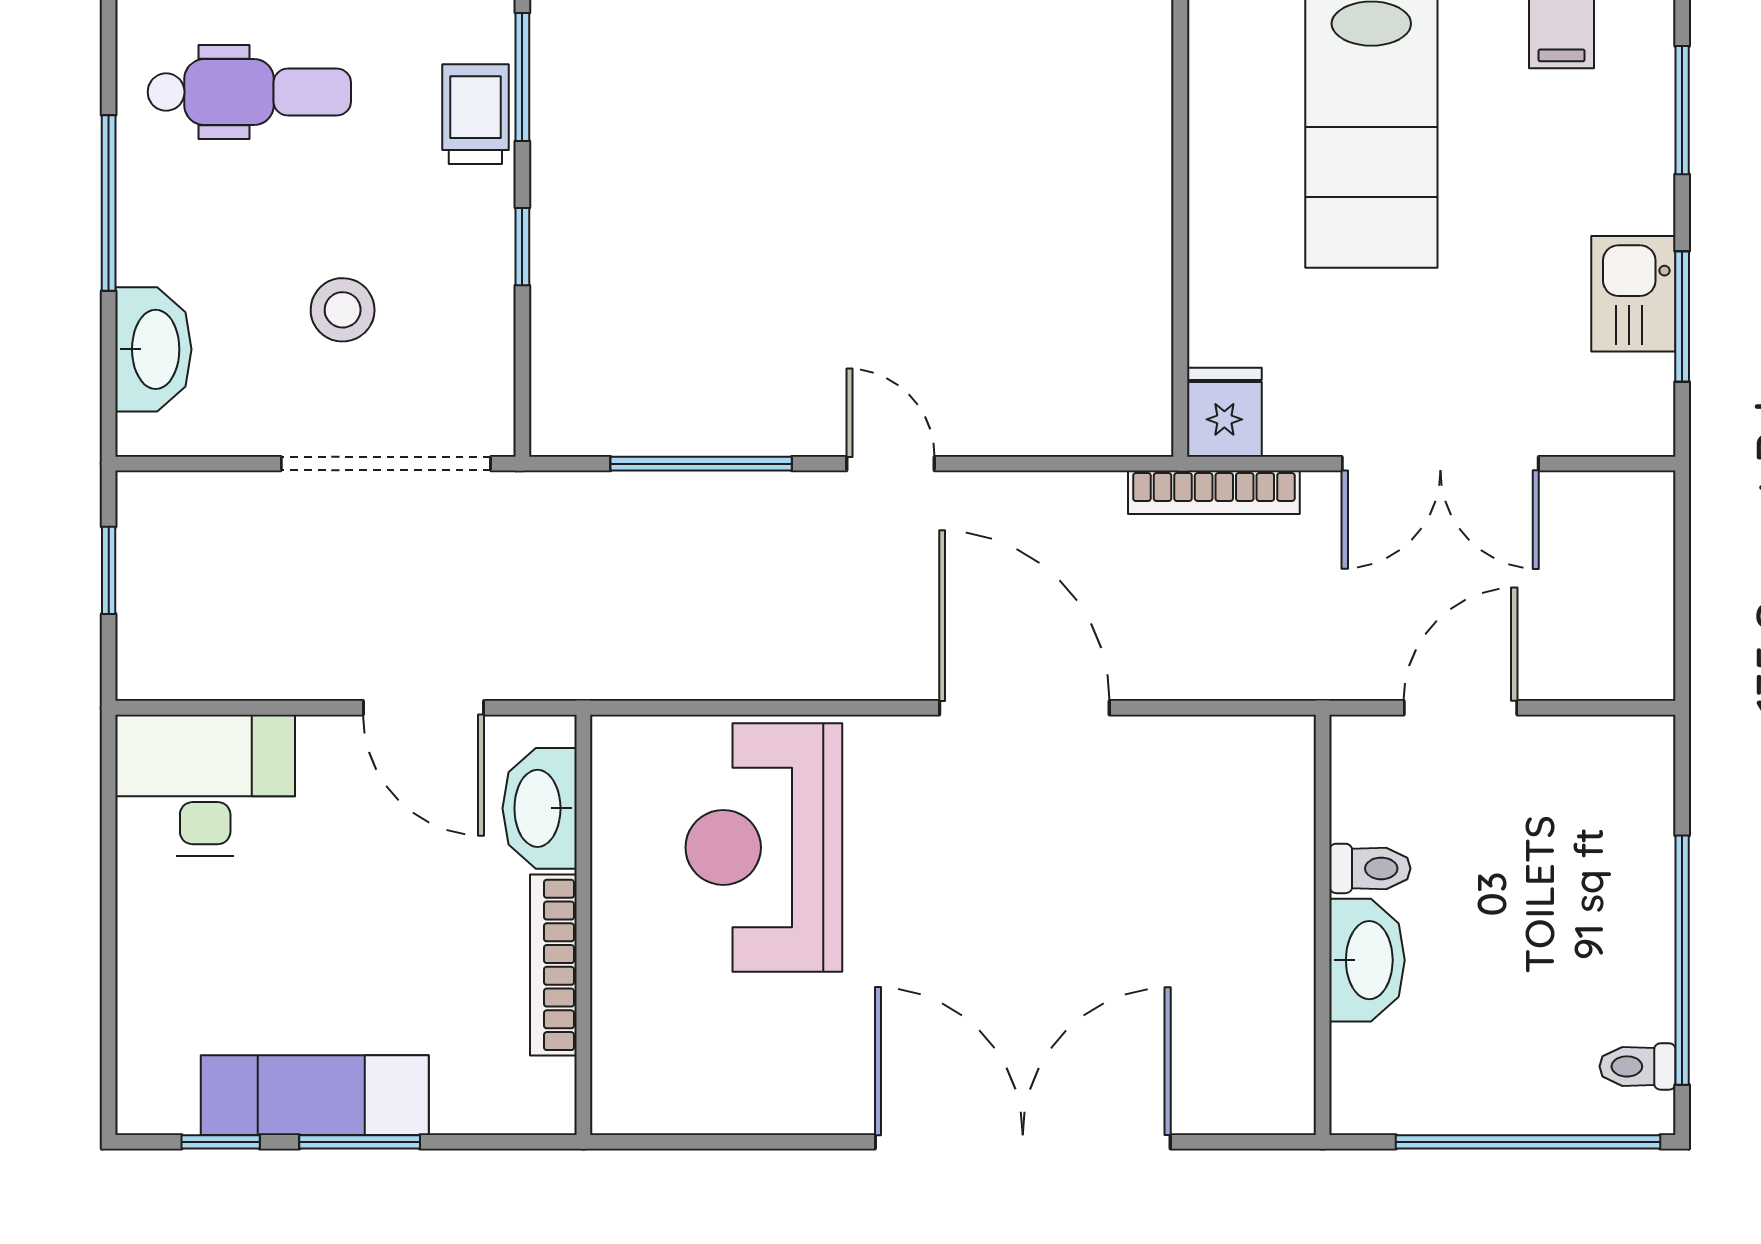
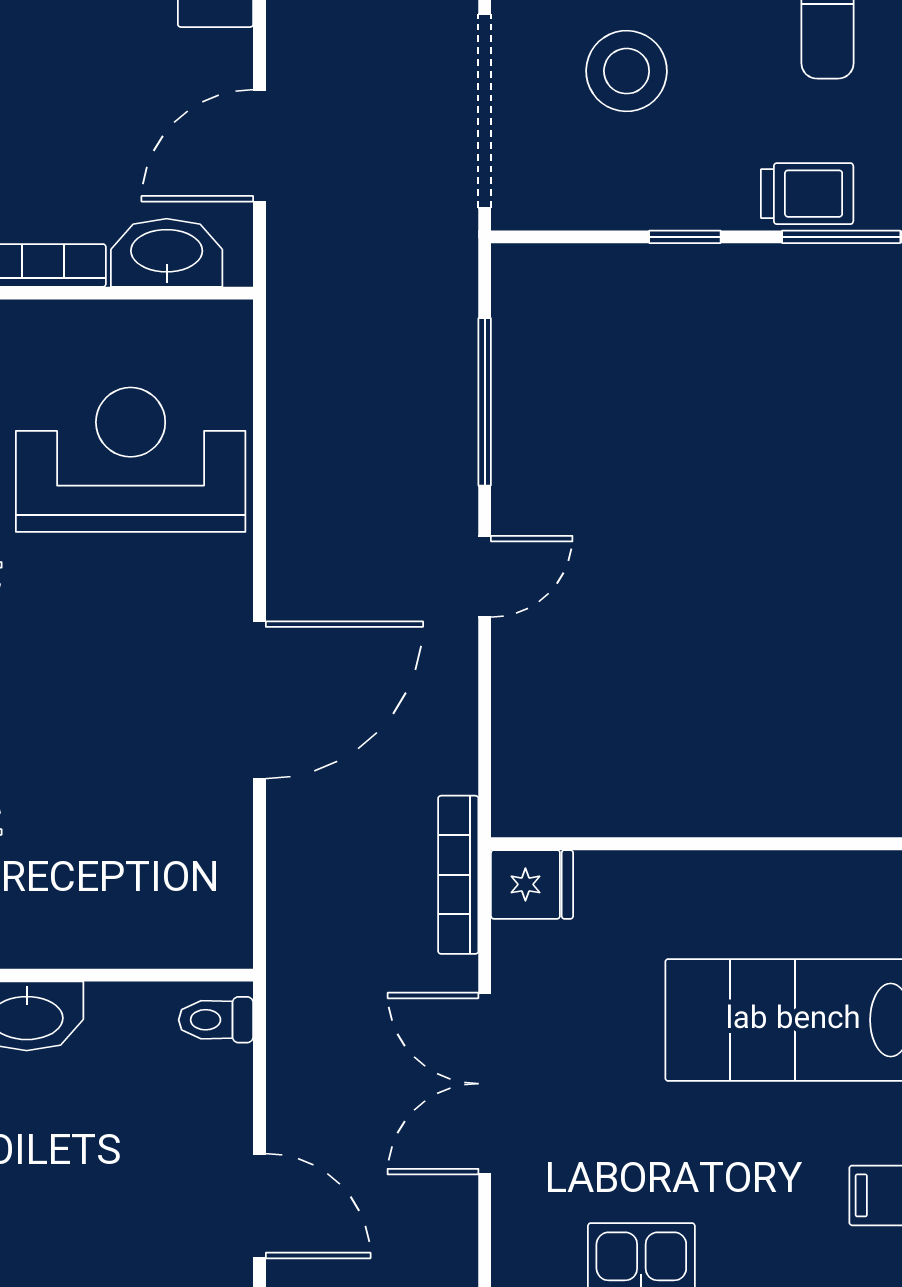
stool: (343, 310) -> (627, 71), width x1.38, depth x1.38
door: (1460, 708) -> (259, 1206), moved
toilet: (1370, 868) -> (216, 1020), moved, turned 90

